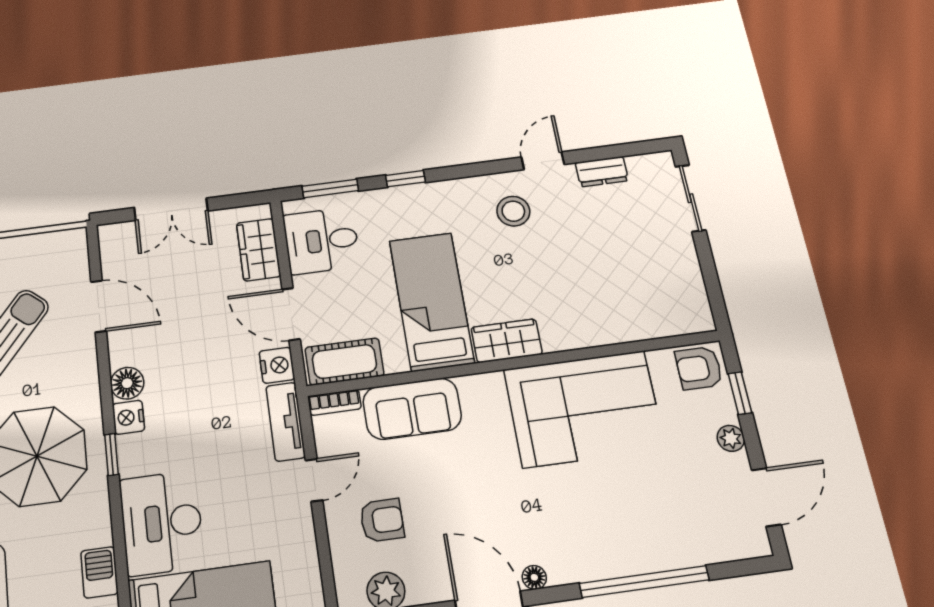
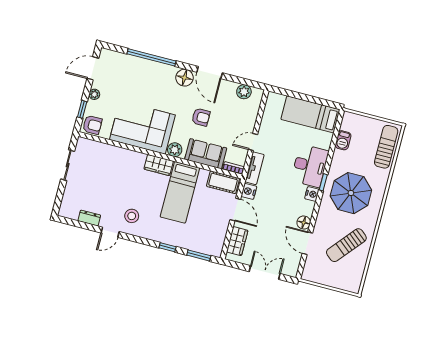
sliding door: (690, 198) -> (68, 165), moved
desk: (321, 241) -> (211, 235), removed
floor lamp: (127, 383) -> (304, 223), moved
plant: (487, 389) -> (175, 150), added
armchair: (382, 520) -> (201, 117), moved, turned 180
desk: (162, 523) -> (310, 166), moved
floor lamp: (534, 577) -> (185, 78), width x1.89, depth x1.89

